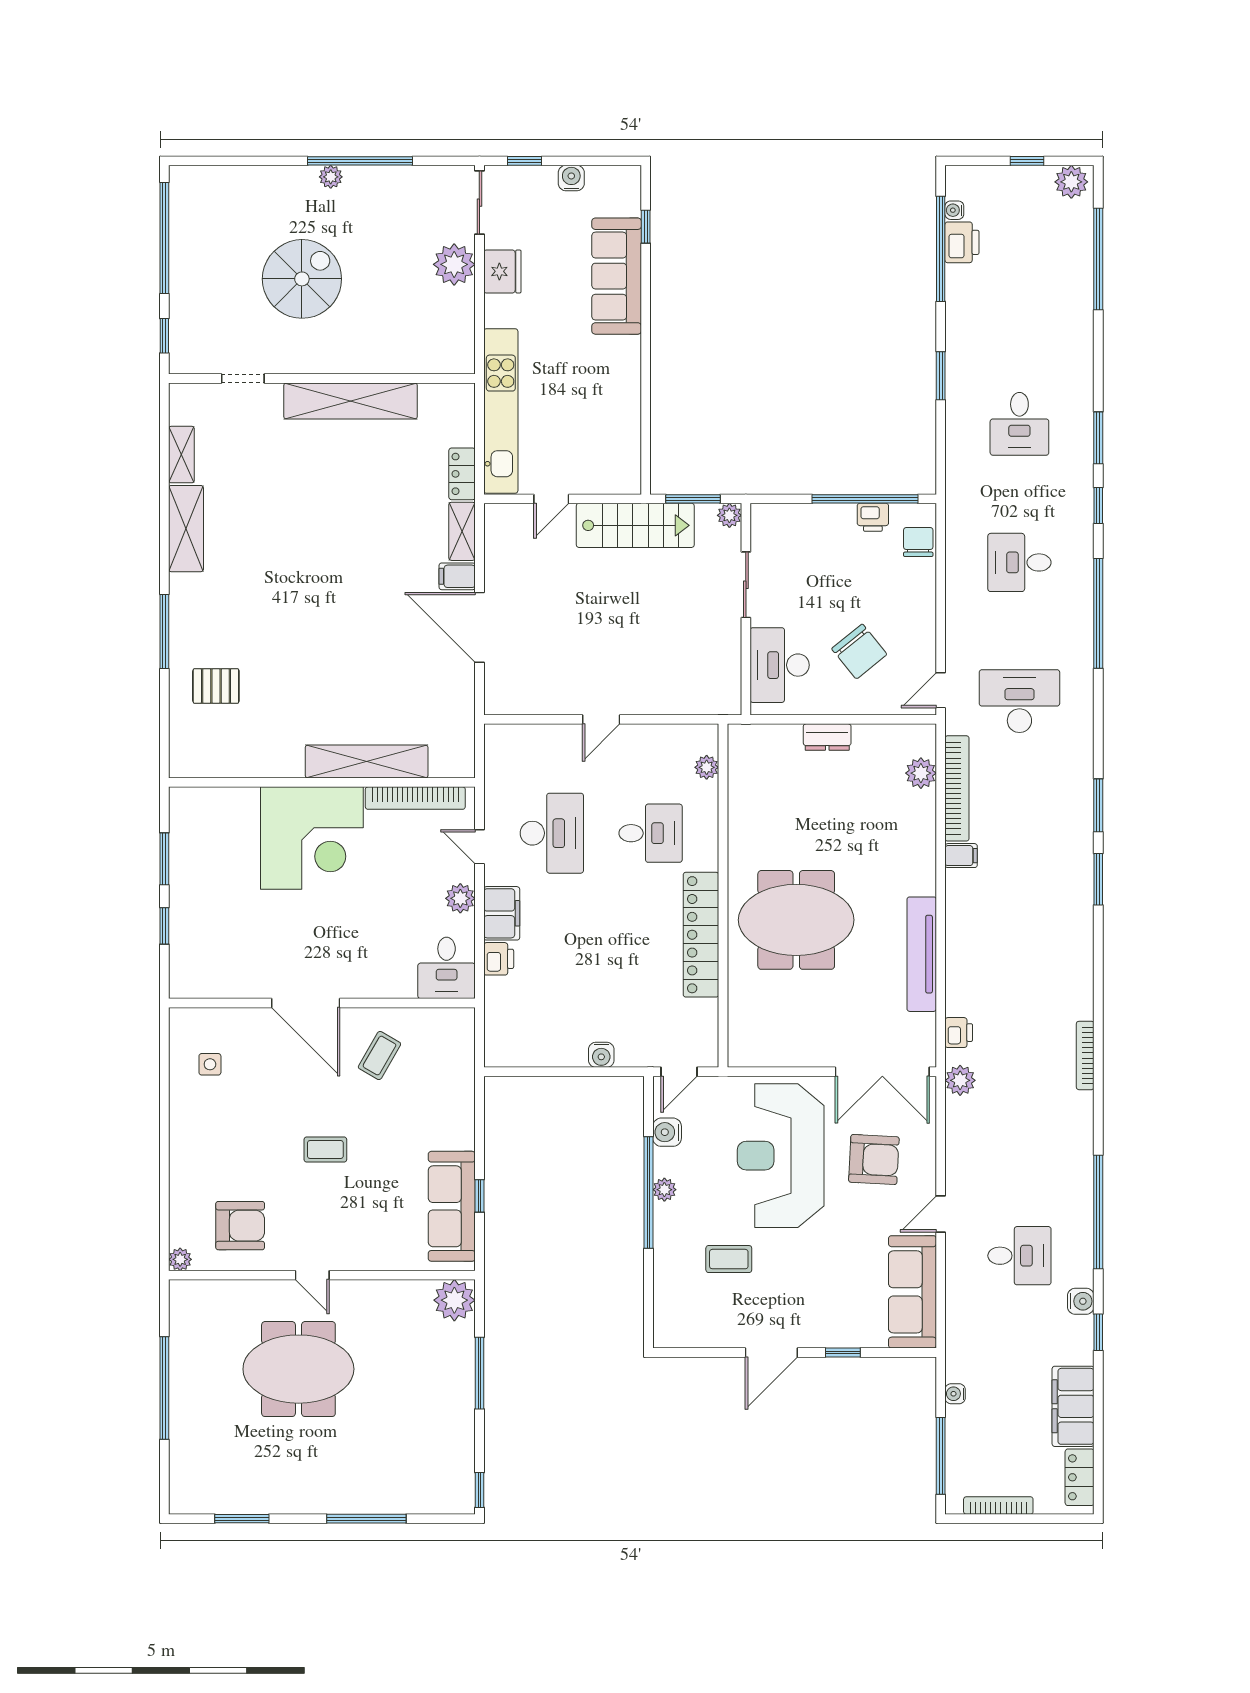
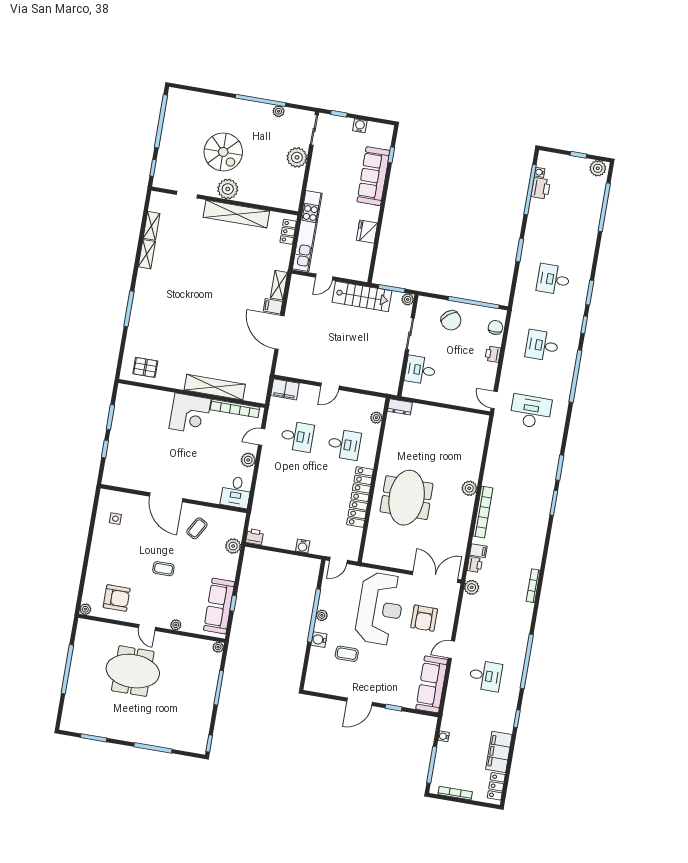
plant: (331, 177) -> (279, 111), moved
fridge: (502, 271) -> (367, 232), moved, turned 180
spiral stairs: (302, 279) -> (223, 152), turned 90
plant: (324, 353) -> (228, 189), added
desk: (1019, 424) -> (553, 279), turned 90
locker: (462, 474) -> (288, 232), moved
printer: (873, 517) -> (493, 354), moved, turned 90
shelving: (186, 529) -> (147, 254), width x0.67, depth x0.75
chair: (859, 652) -> (451, 320), moved
desk: (780, 665) -> (420, 370), width x0.73
pallet: (216, 686) -> (145, 367), moved
door: (941, 690) -> (494, 400), hinge flipped
dresser: (827, 737) -> (400, 407), moved
plant: (921, 773) -> (469, 488), moved
bookcase: (957, 788) -> (483, 512), moved
desk: (552, 833) -> (297, 436), width x0.73
corner desk: (312, 838) -> (190, 414), width x0.74, depth x0.74
door: (479, 847) -> (262, 437), hinge flipped
filing cabinet: (961, 856) -> (478, 551), moved
filing cabinet: (502, 913) -> (285, 389), moved, turned 90
meeting table: (796, 920) -> (407, 498), turned 90
tv unit: (922, 954) -> (464, 524), removed
printer: (499, 959) -> (255, 537), moved, turned -90
double door: (882, 1072) -> (435, 577), swing flipped
plant: (459, 1079) -> (233, 546), added
water cooler: (667, 1132) -> (319, 640), moved
reception desk: (781, 1156) -> (380, 609), turned 180
armchair: (874, 1160) -> (424, 618), turned 87
plant: (370, 1260) -> (176, 625), added
plant: (454, 1300) -> (218, 647), width x0.53, depth x0.53
water cooler: (1081, 1301) -> (511, 703), removed

